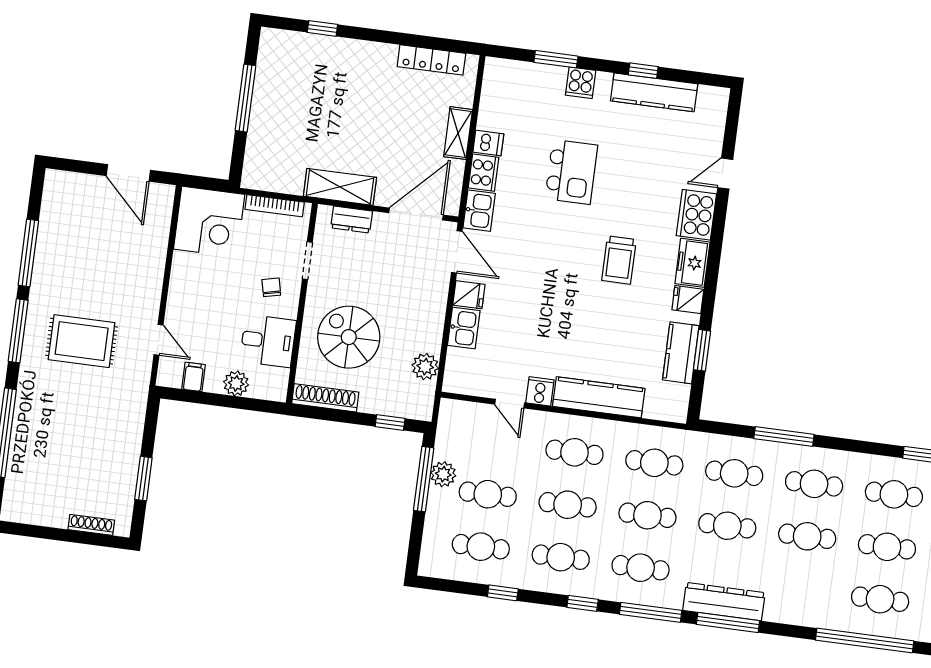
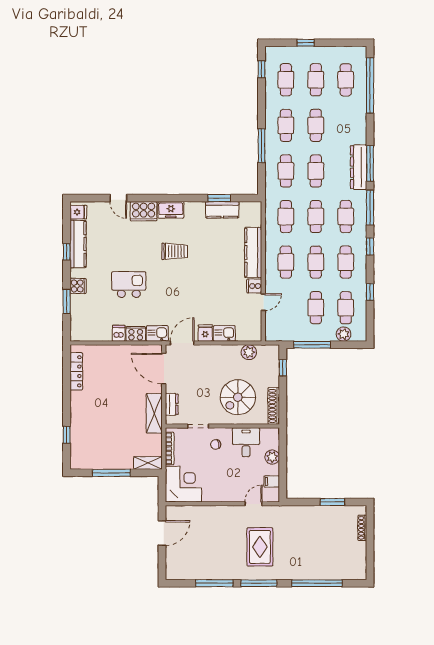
shelving: (458, 133) -> (148, 463), moved
fridge: (688, 300) -> (78, 212), moved, turned -90
plant: (443, 474) -> (344, 334), moved

